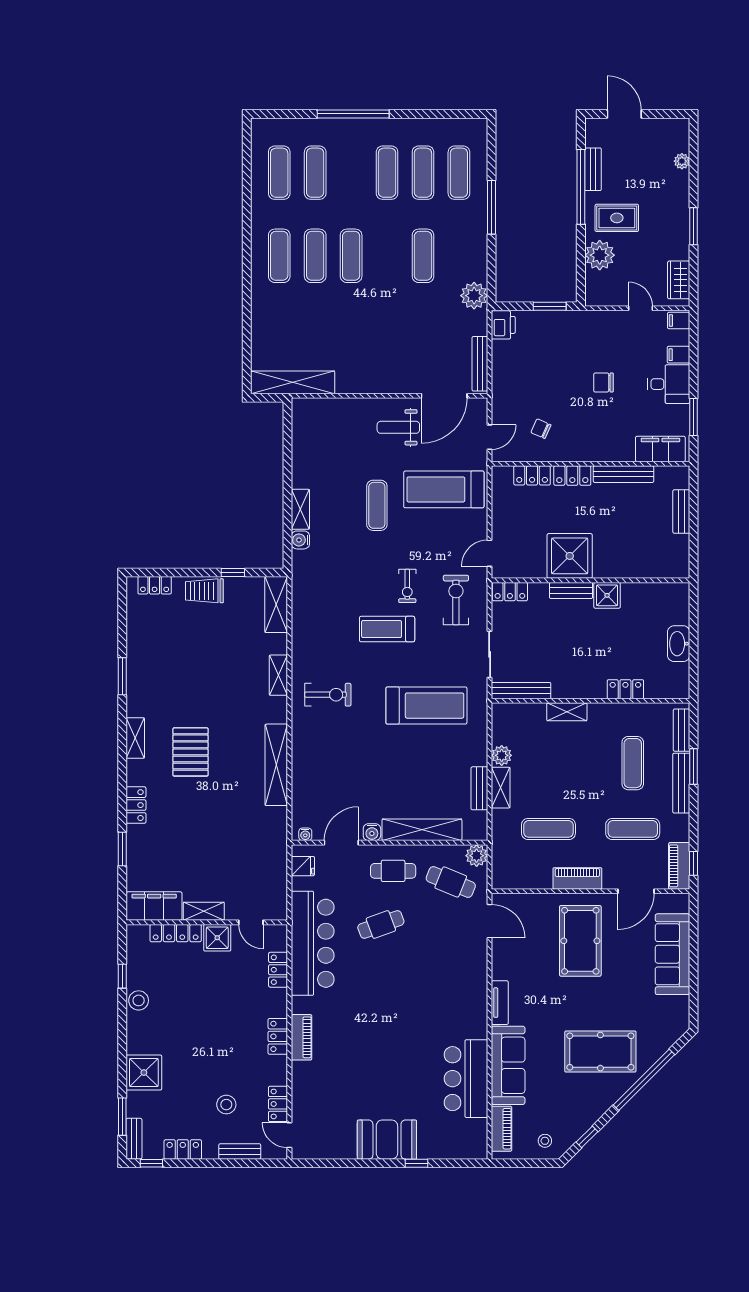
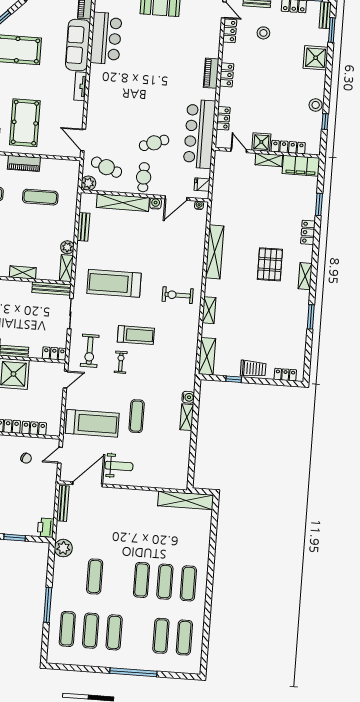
shelving: (501, 788) -> (66, 268), moved
cafe table: (393, 871) -> (144, 177), turned 90

